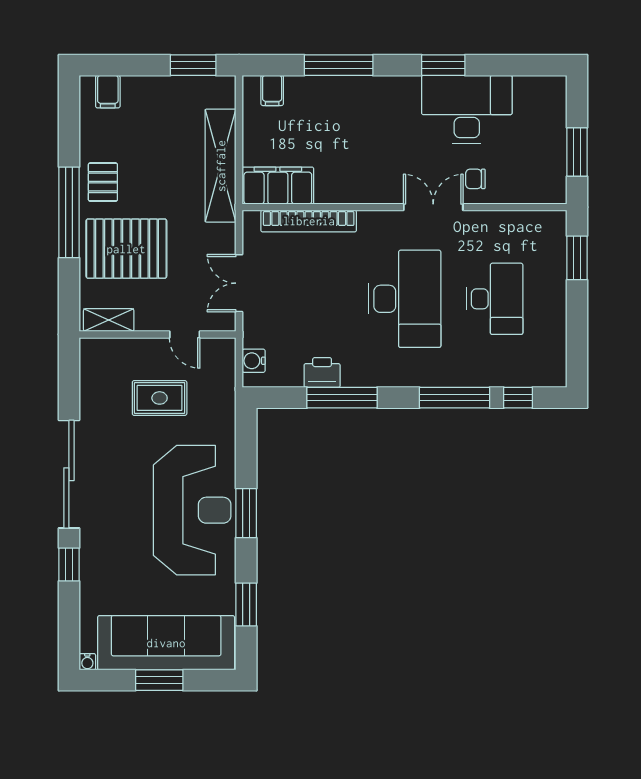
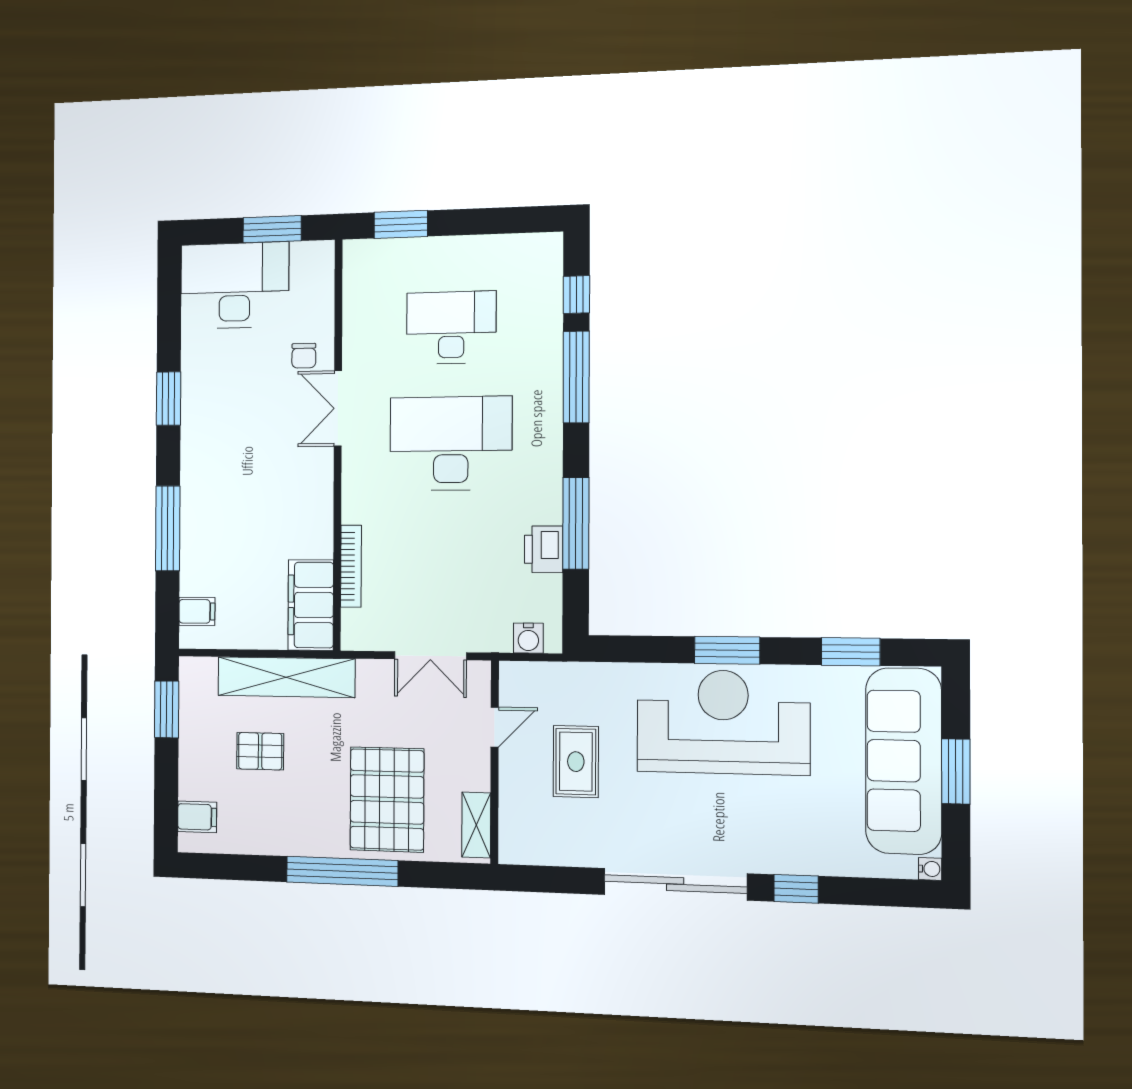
desk: (467, 109) -> (234, 285), moved, turned 90
pallet: (103, 182) -> (260, 751), moved
bookcase: (309, 221) -> (351, 566), width x0.68, depth x0.76

